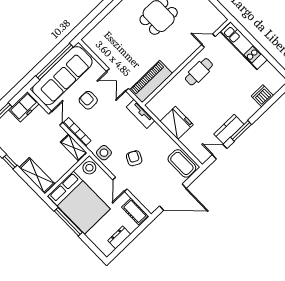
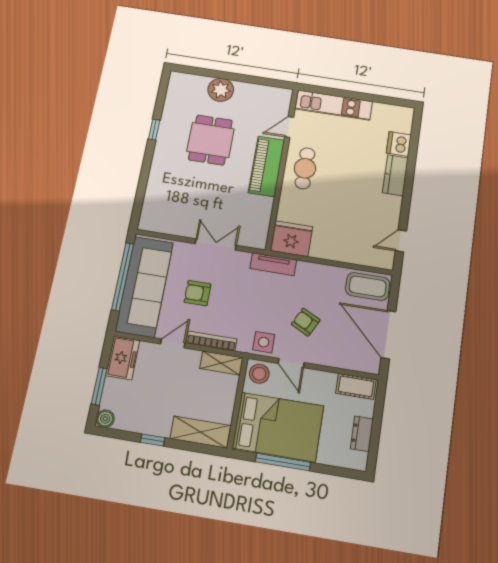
double door: (118, 80) -> (216, 244), swing flipped
piano: (151, 82) -> (266, 166), moved
door: (56, 118) -> (173, 343), hinge flipped
fridge: (177, 123) -> (291, 239), moved
kitchen counter: (229, 129) -> (395, 175), moved
window: (241, 131) -> (406, 200), removed
door: (120, 184) -> (291, 363), moved
door: (173, 197) -> (388, 335), swing flipped

